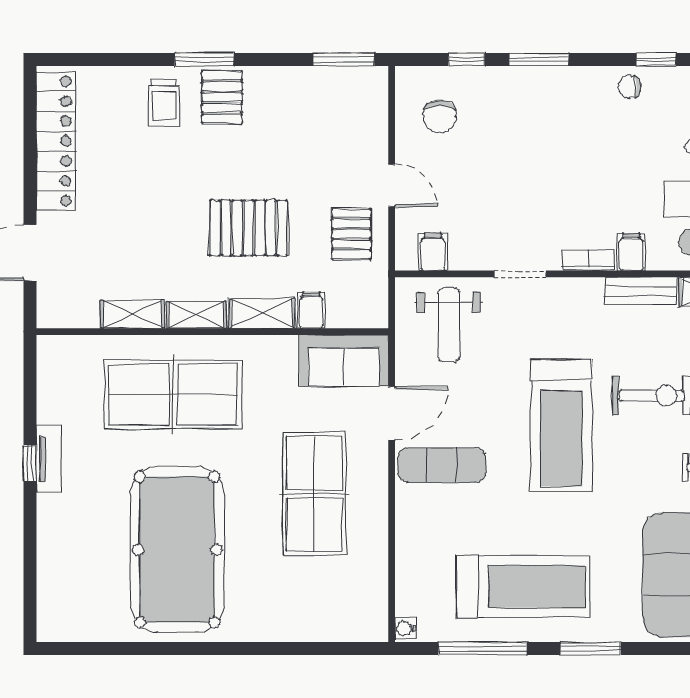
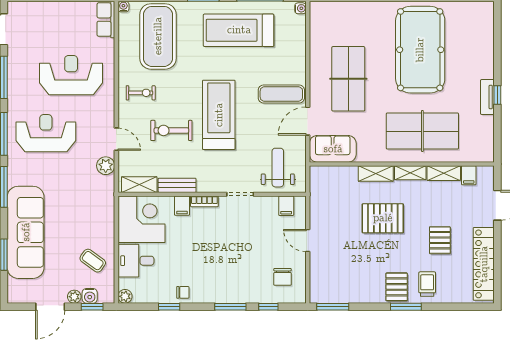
chair: (440, 116) -> (282, 277), turned 180
pallet: (351, 234) -> (440, 240), moved
filing cabinet: (311, 310) -> (469, 175), moved

